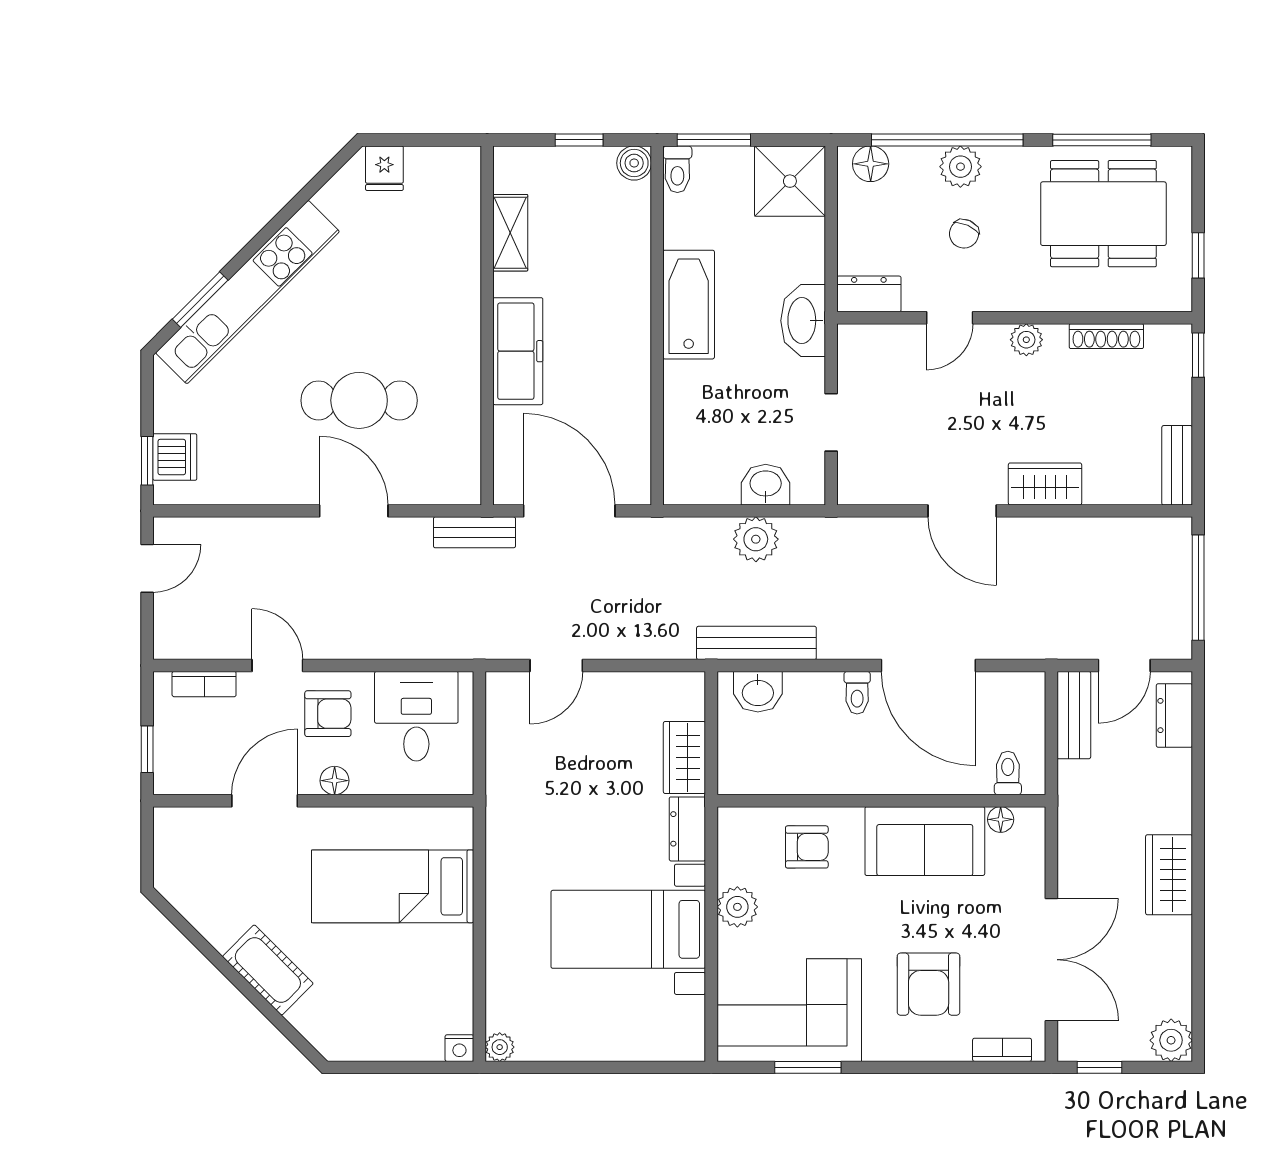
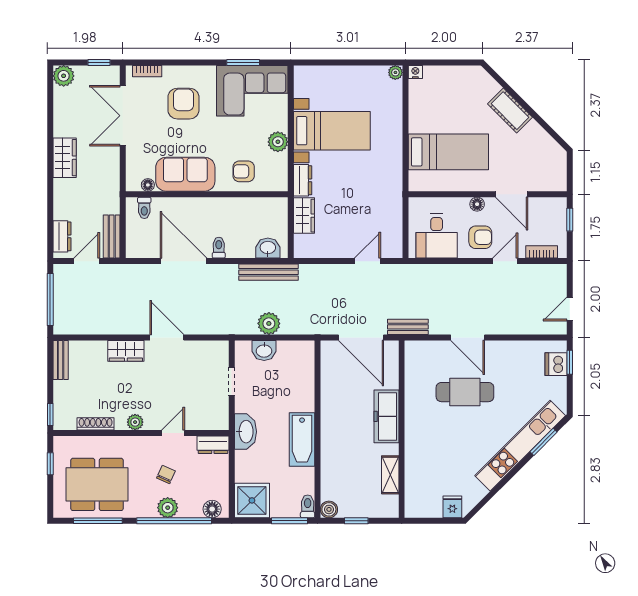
door: (277, 665) -> (505, 261), swing flipped
armchair: (328, 714) -> (480, 237), turned 180
door: (265, 801) -> (512, 194), hinge flipped

